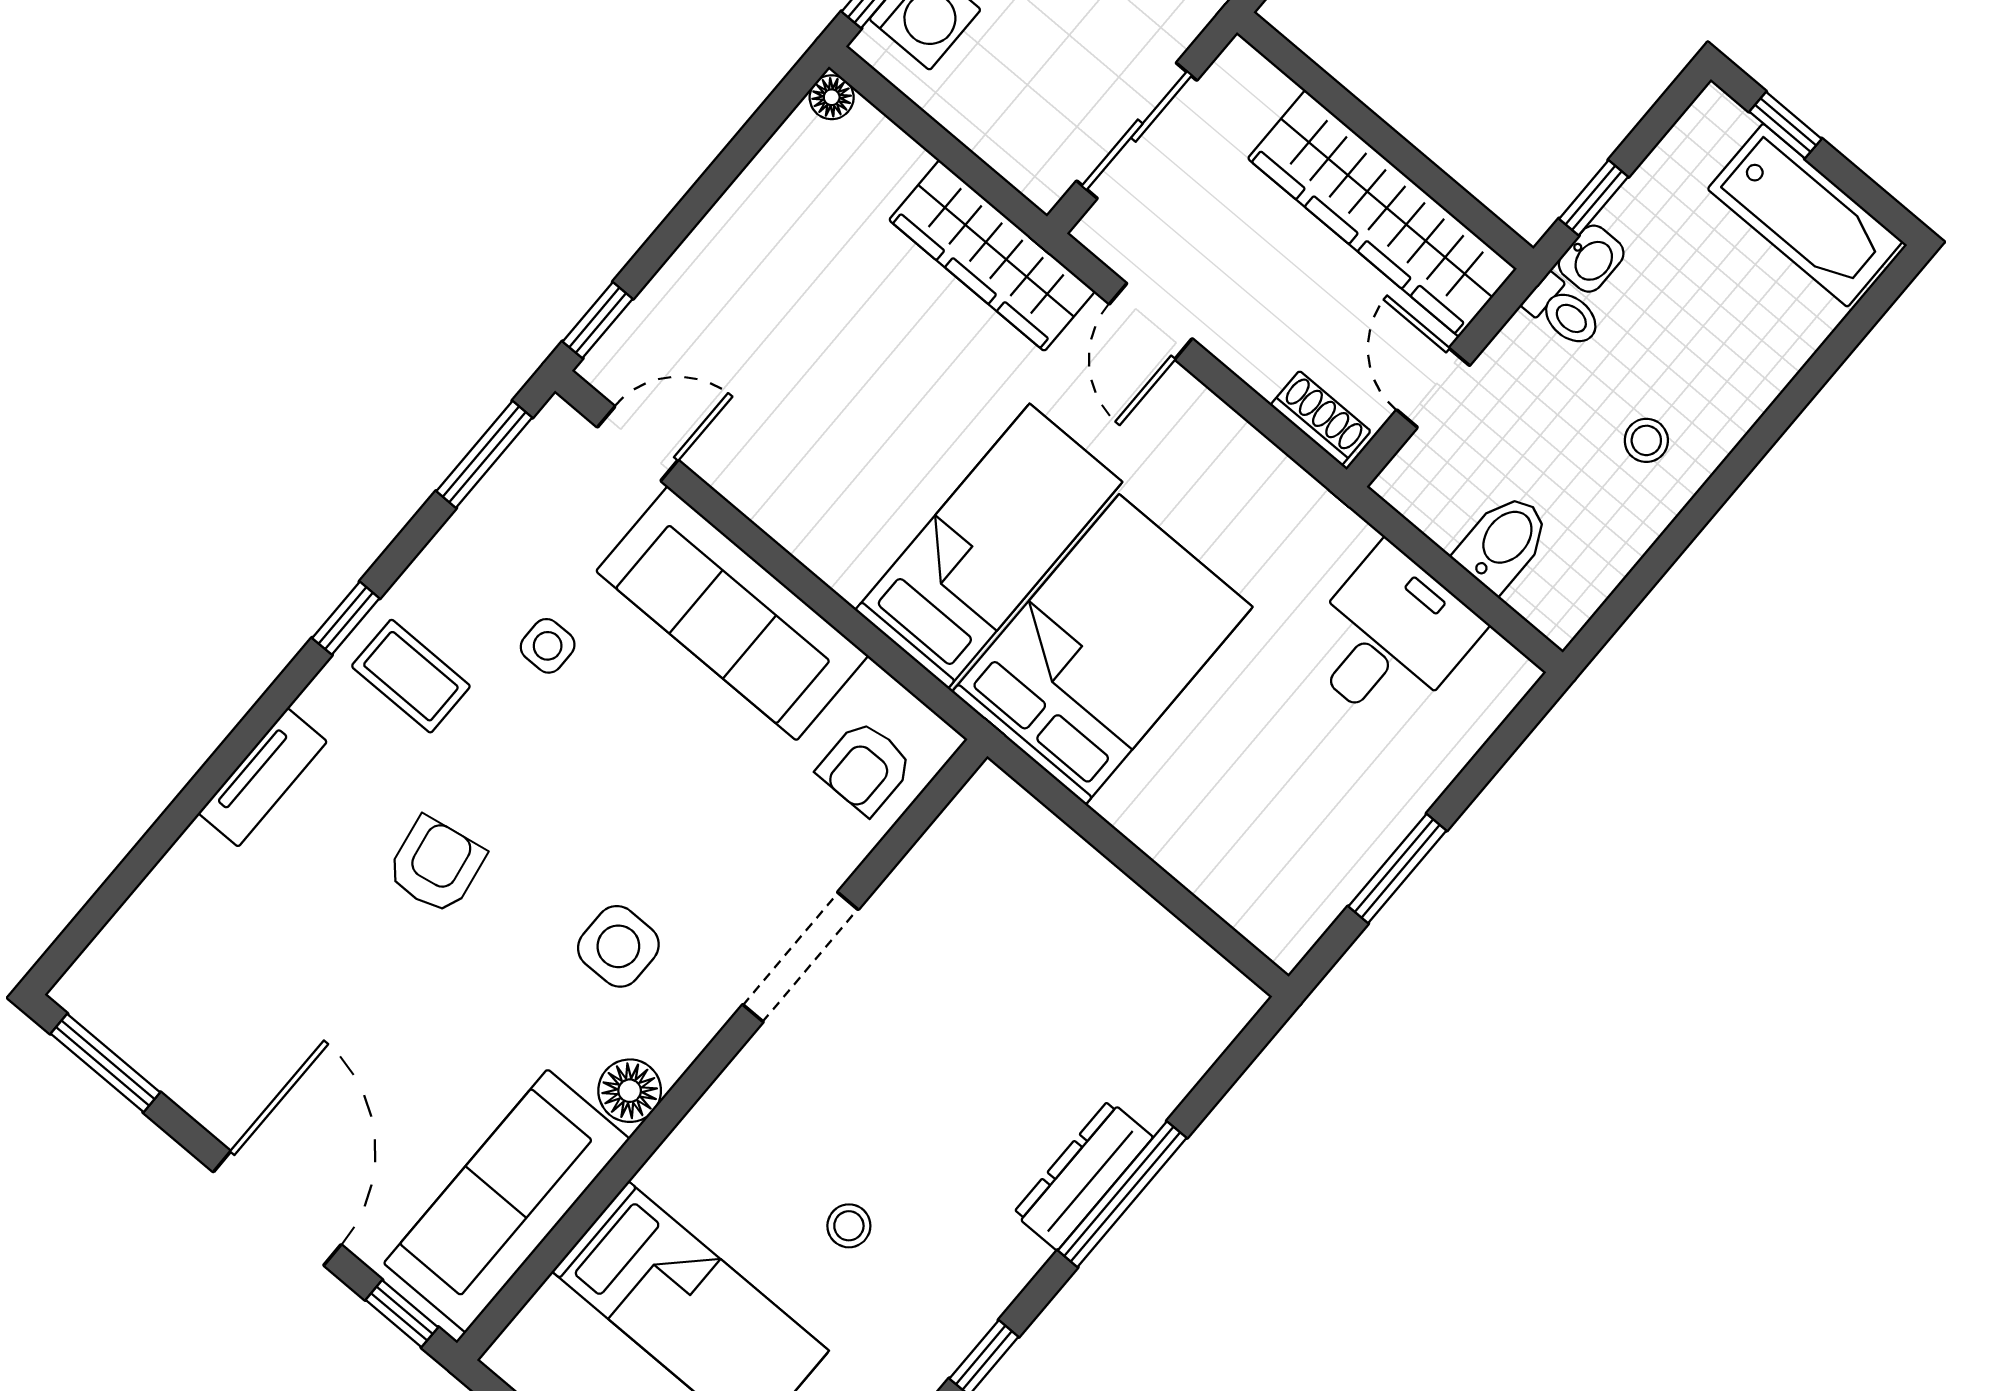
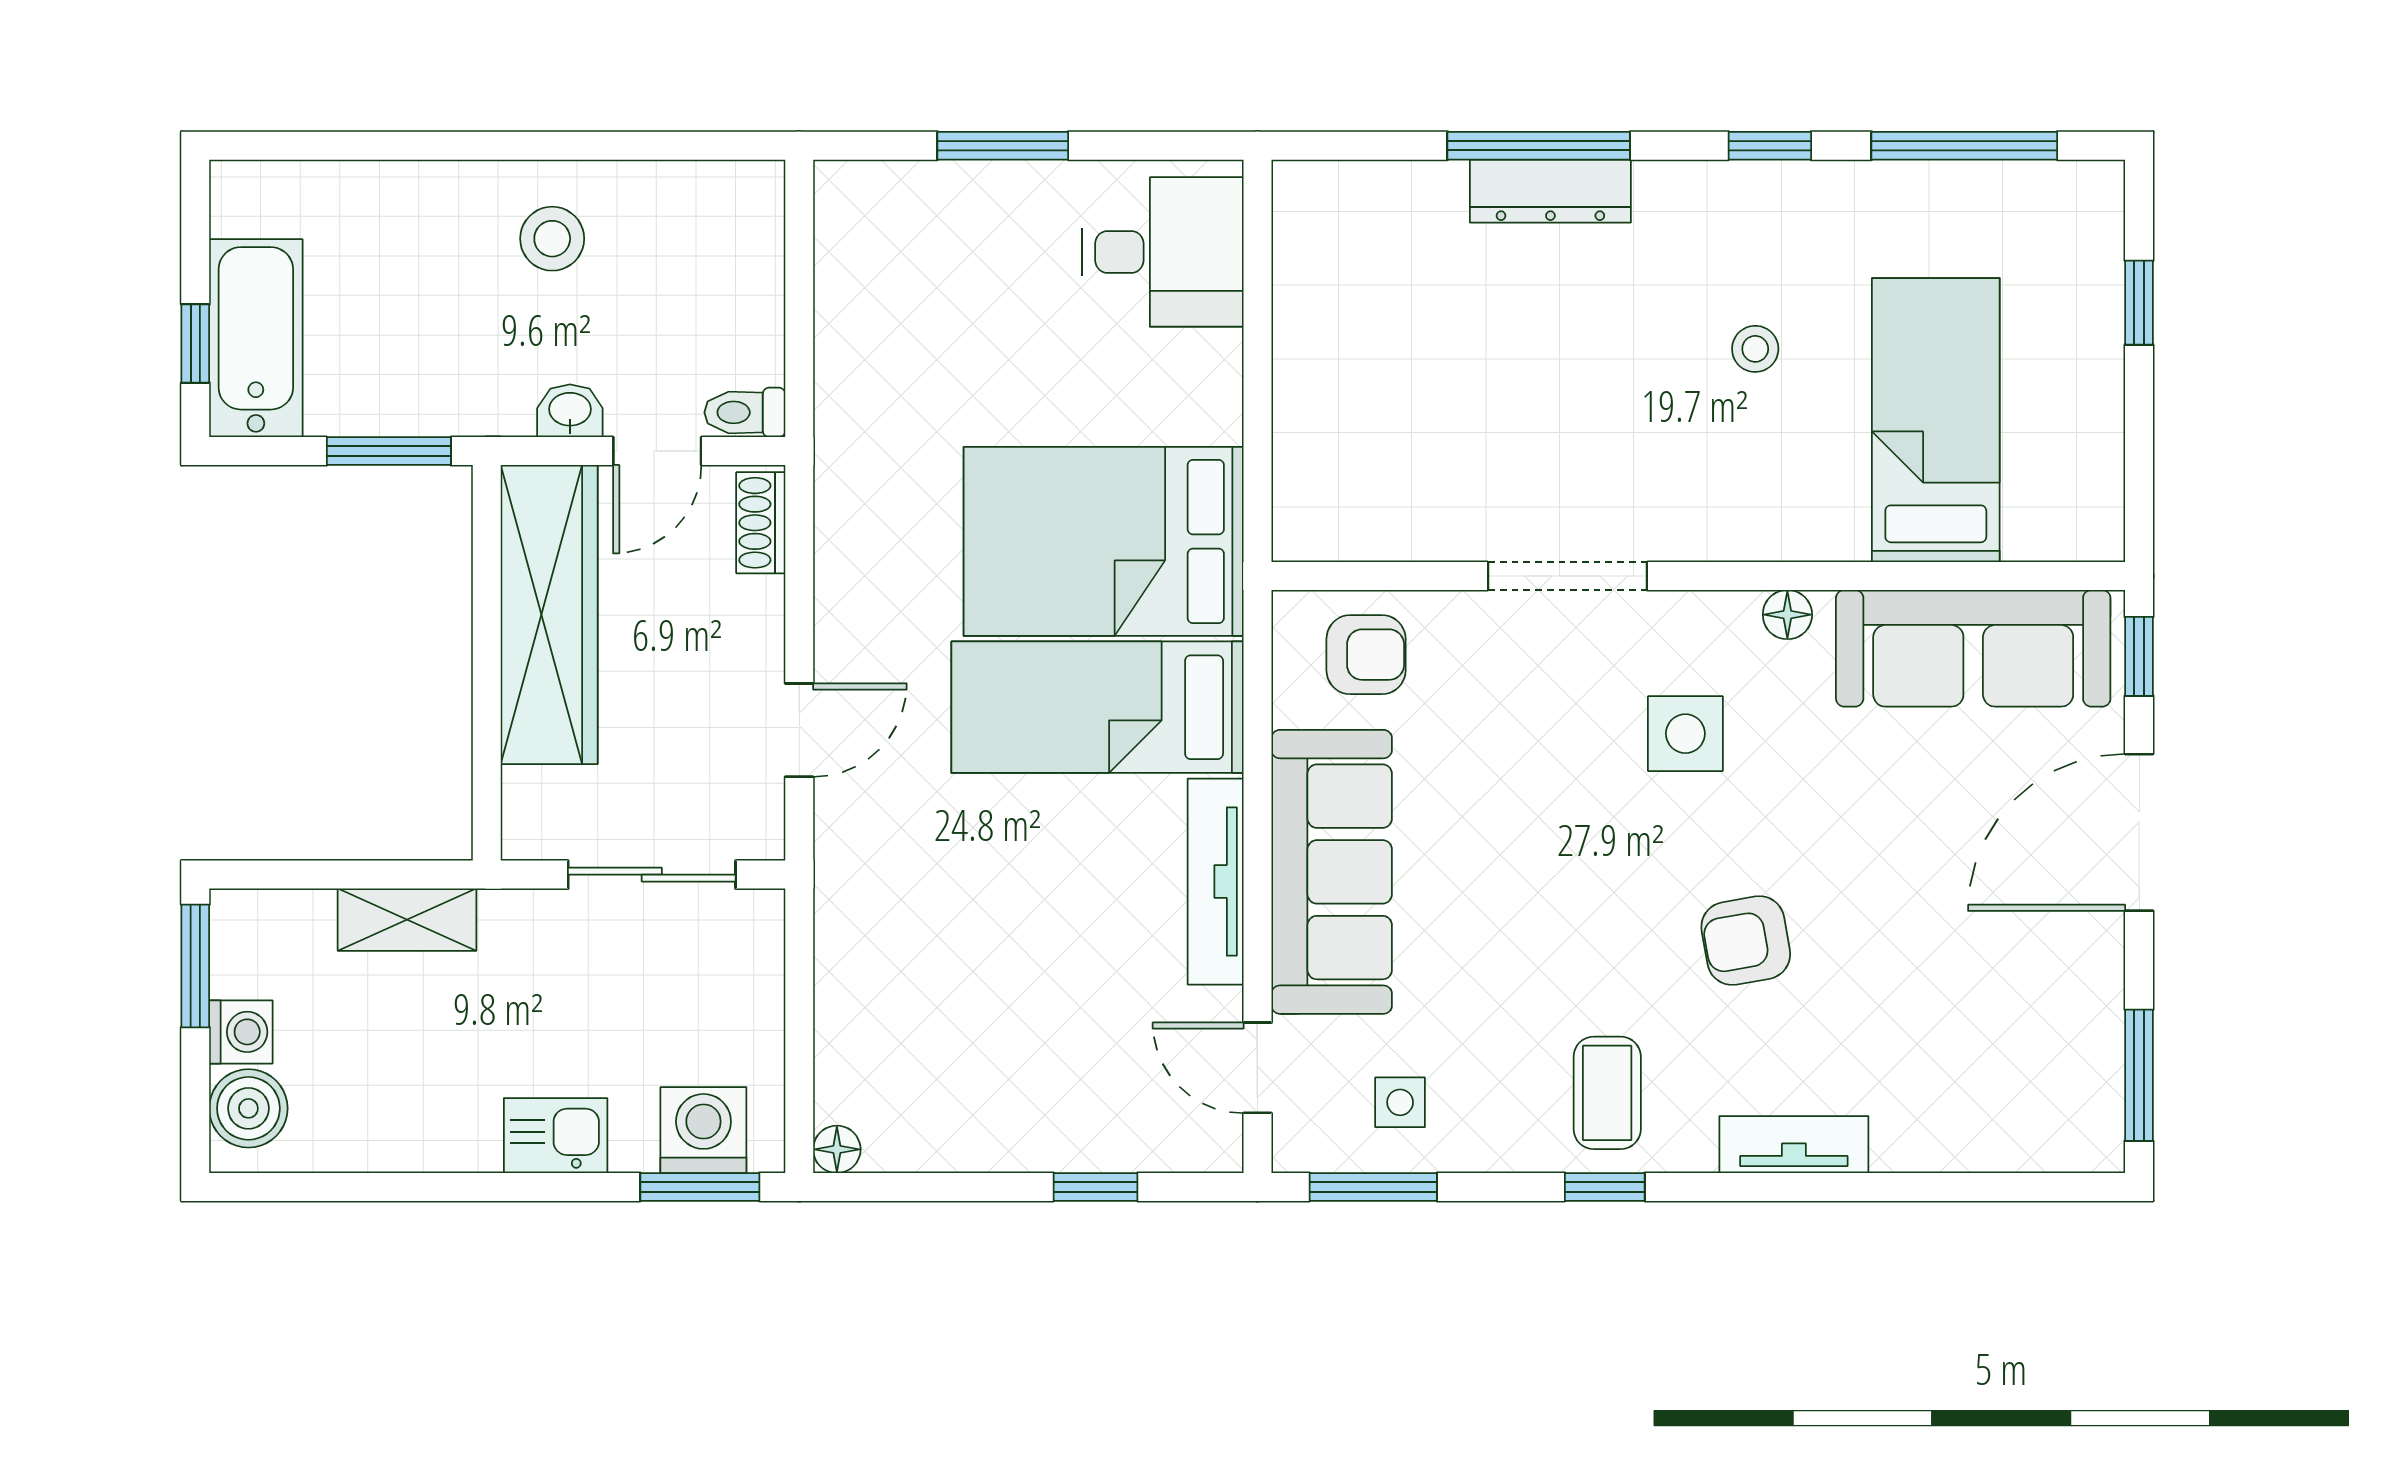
window: (1594, 198) -> (389, 451), width x1.50
bathtub: (1805, 215) -> (256, 338), moved
wardrobe: (992, 256) -> (856, 907), removed
washbasin: (1591, 259) -> (570, 411), moved
toilet: (1563, 312) -> (745, 412), moved, turned -90
window: (598, 320) -> (1096, 1187), moved
stool: (1646, 440) -> (552, 239), width x1.37, depth x1.37
tv unit: (795, 525) -> (1216, 882), added
bidet: (1503, 542) -> (736, 286), removed
desk: (1389, 638) -> (1163, 252), moved, turned 180
side table: (548, 646) -> (1400, 1102), moved
window: (1397, 868) -> (1003, 146), moved
floor lamp: (630, 1091) -> (1787, 615), width x0.73, depth x0.73

